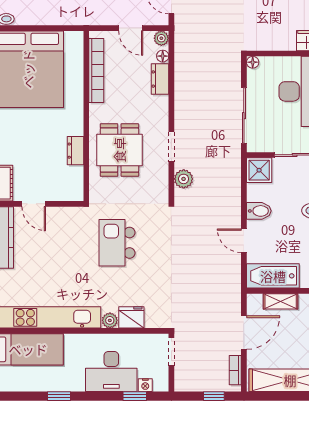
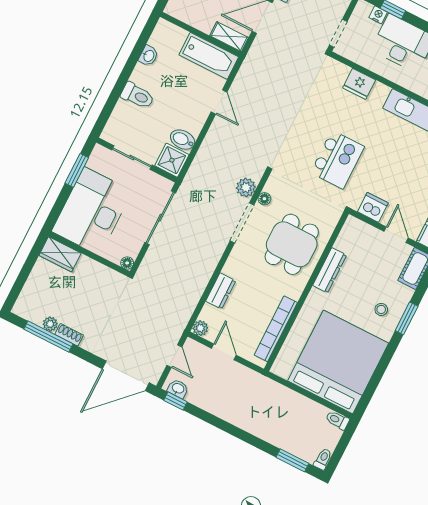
floor lamp: (163, 56) -> (264, 199), moved
stool: (14, 133) -> (381, 309), added
doorway: (171, 147) -> (242, 223), width x1.38
dresser: (75, 151) -> (330, 270), width x1.44
bidet: (259, 211) -> (183, 140), moved
dishwasher: (66, 217) -> (373, 207), added
shelving: (281, 301) -> (229, 37), moved
plant: (110, 320) -> (381, 91), removed

